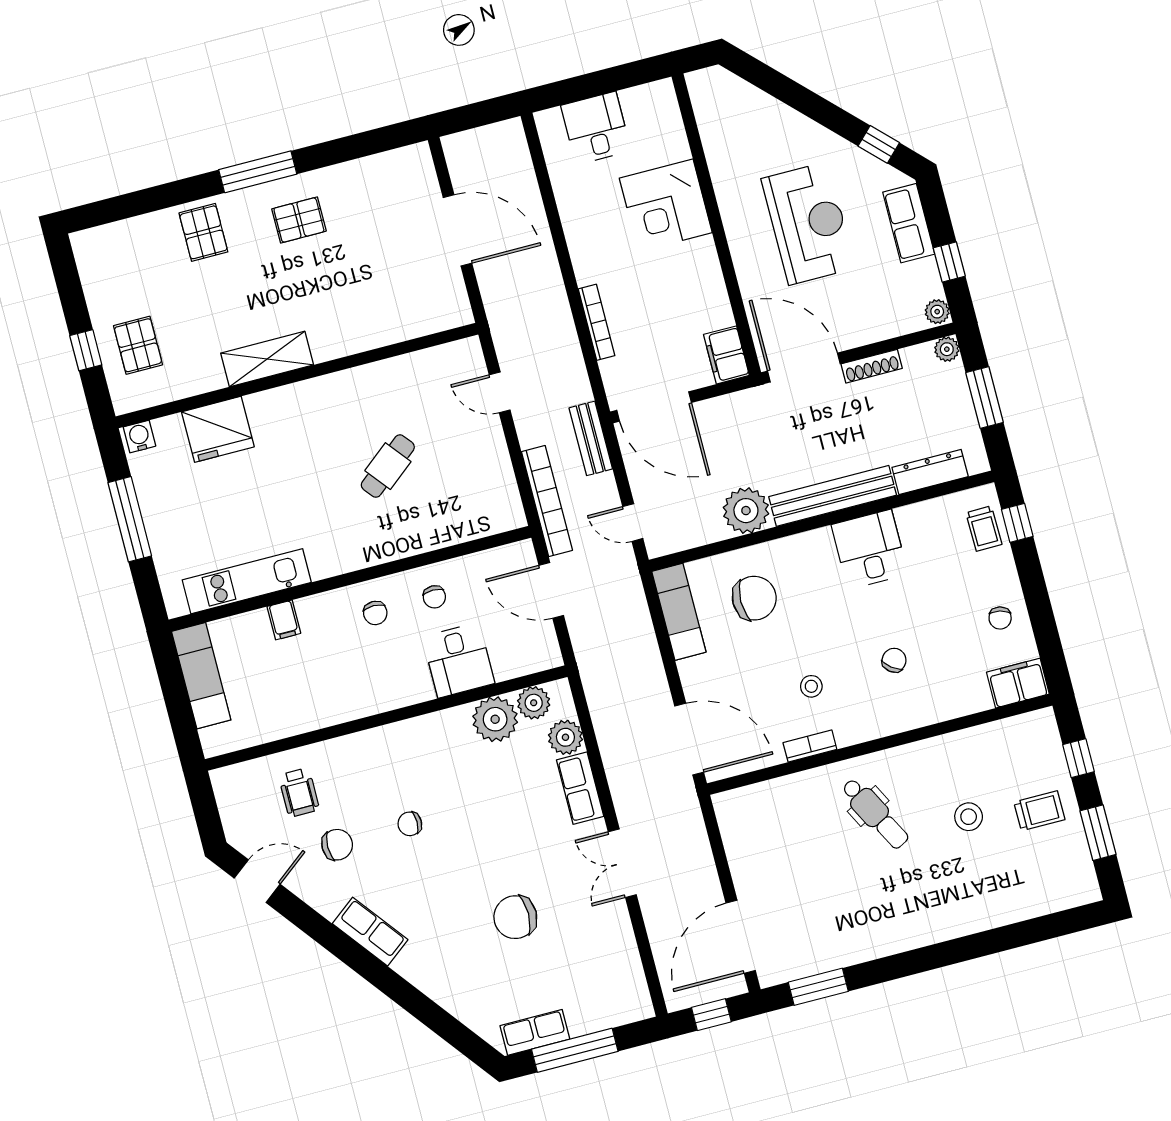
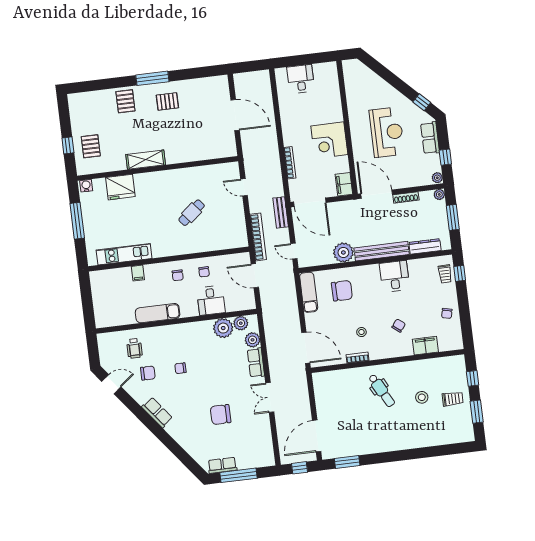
corner desk: (666, 205) -> (329, 140), moved
exam couch: (201, 676) -> (158, 313), moved, turned -90
filing cabinet: (1018, 683) -> (425, 346), moved

